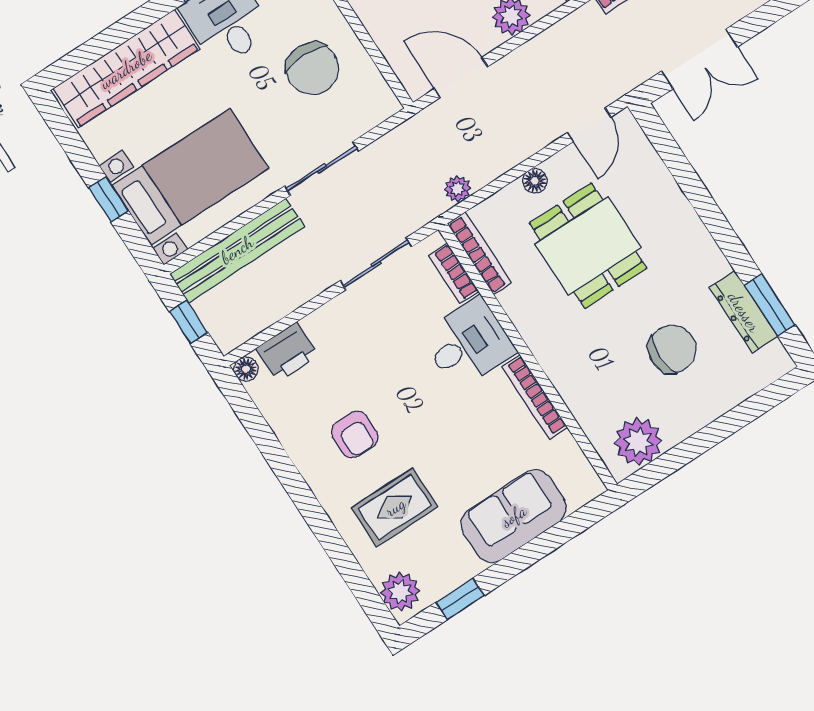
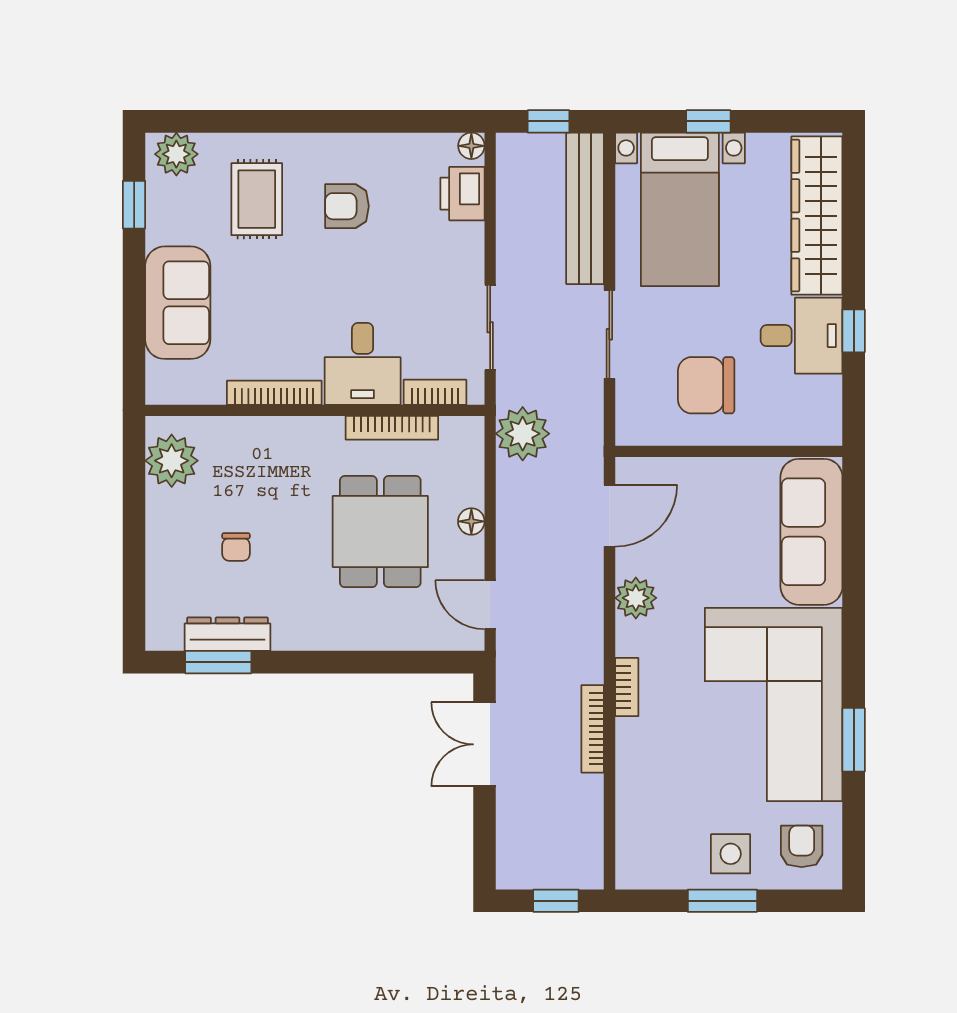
plant: (457, 189) -> (523, 434), width x1.87, depth x1.87
dining table: (588, 246) -> (380, 532), turned 90
bookcase: (479, 253) -> (392, 428), moved
chair: (672, 349) -> (236, 547), width x0.54, depth x0.54

